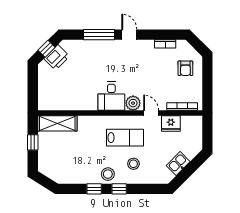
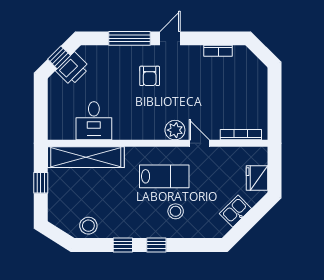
door: (129, 35) -> (170, 38), hinge flipped
armchair: (185, 68) -> (150, 76), moved
desk: (111, 96) -> (94, 121), moved
shelving: (57, 123) -> (86, 157), width x1.47
fridge: (171, 123) -> (257, 178), moved, turned 90
stool: (108, 174) -> (88, 226), moved

